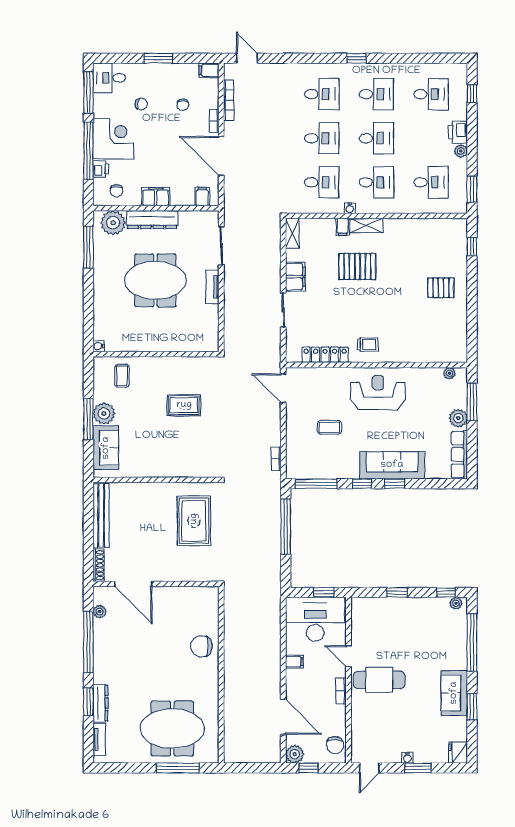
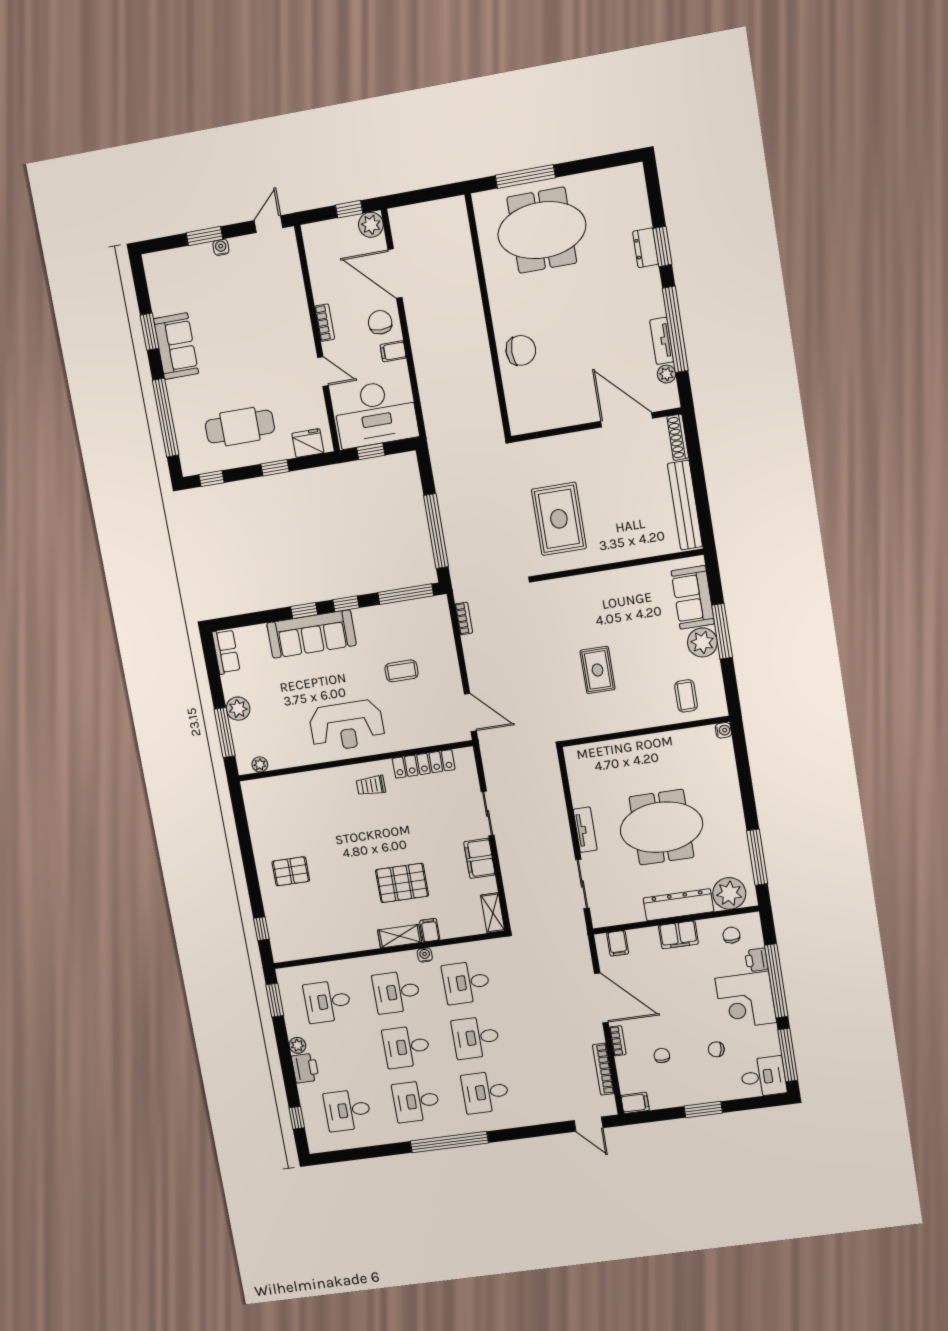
window: (356, 58) -> (449, 1142), width x3.17
rug: (184, 405) -> (598, 670), turned 90
row of seats: (459, 455) -> (226, 652), width x0.68
plant: (456, 603) -> (196, 466), removed
cafe table: (379, 680) -> (240, 427), moved
dresser: (100, 703) -> (646, 248), width x0.70
tv unit: (99, 740) -> (662, 341), moved
chair: (335, 745) -> (380, 322), moved
fridge: (458, 753) -> (308, 443), moved, turned -90

